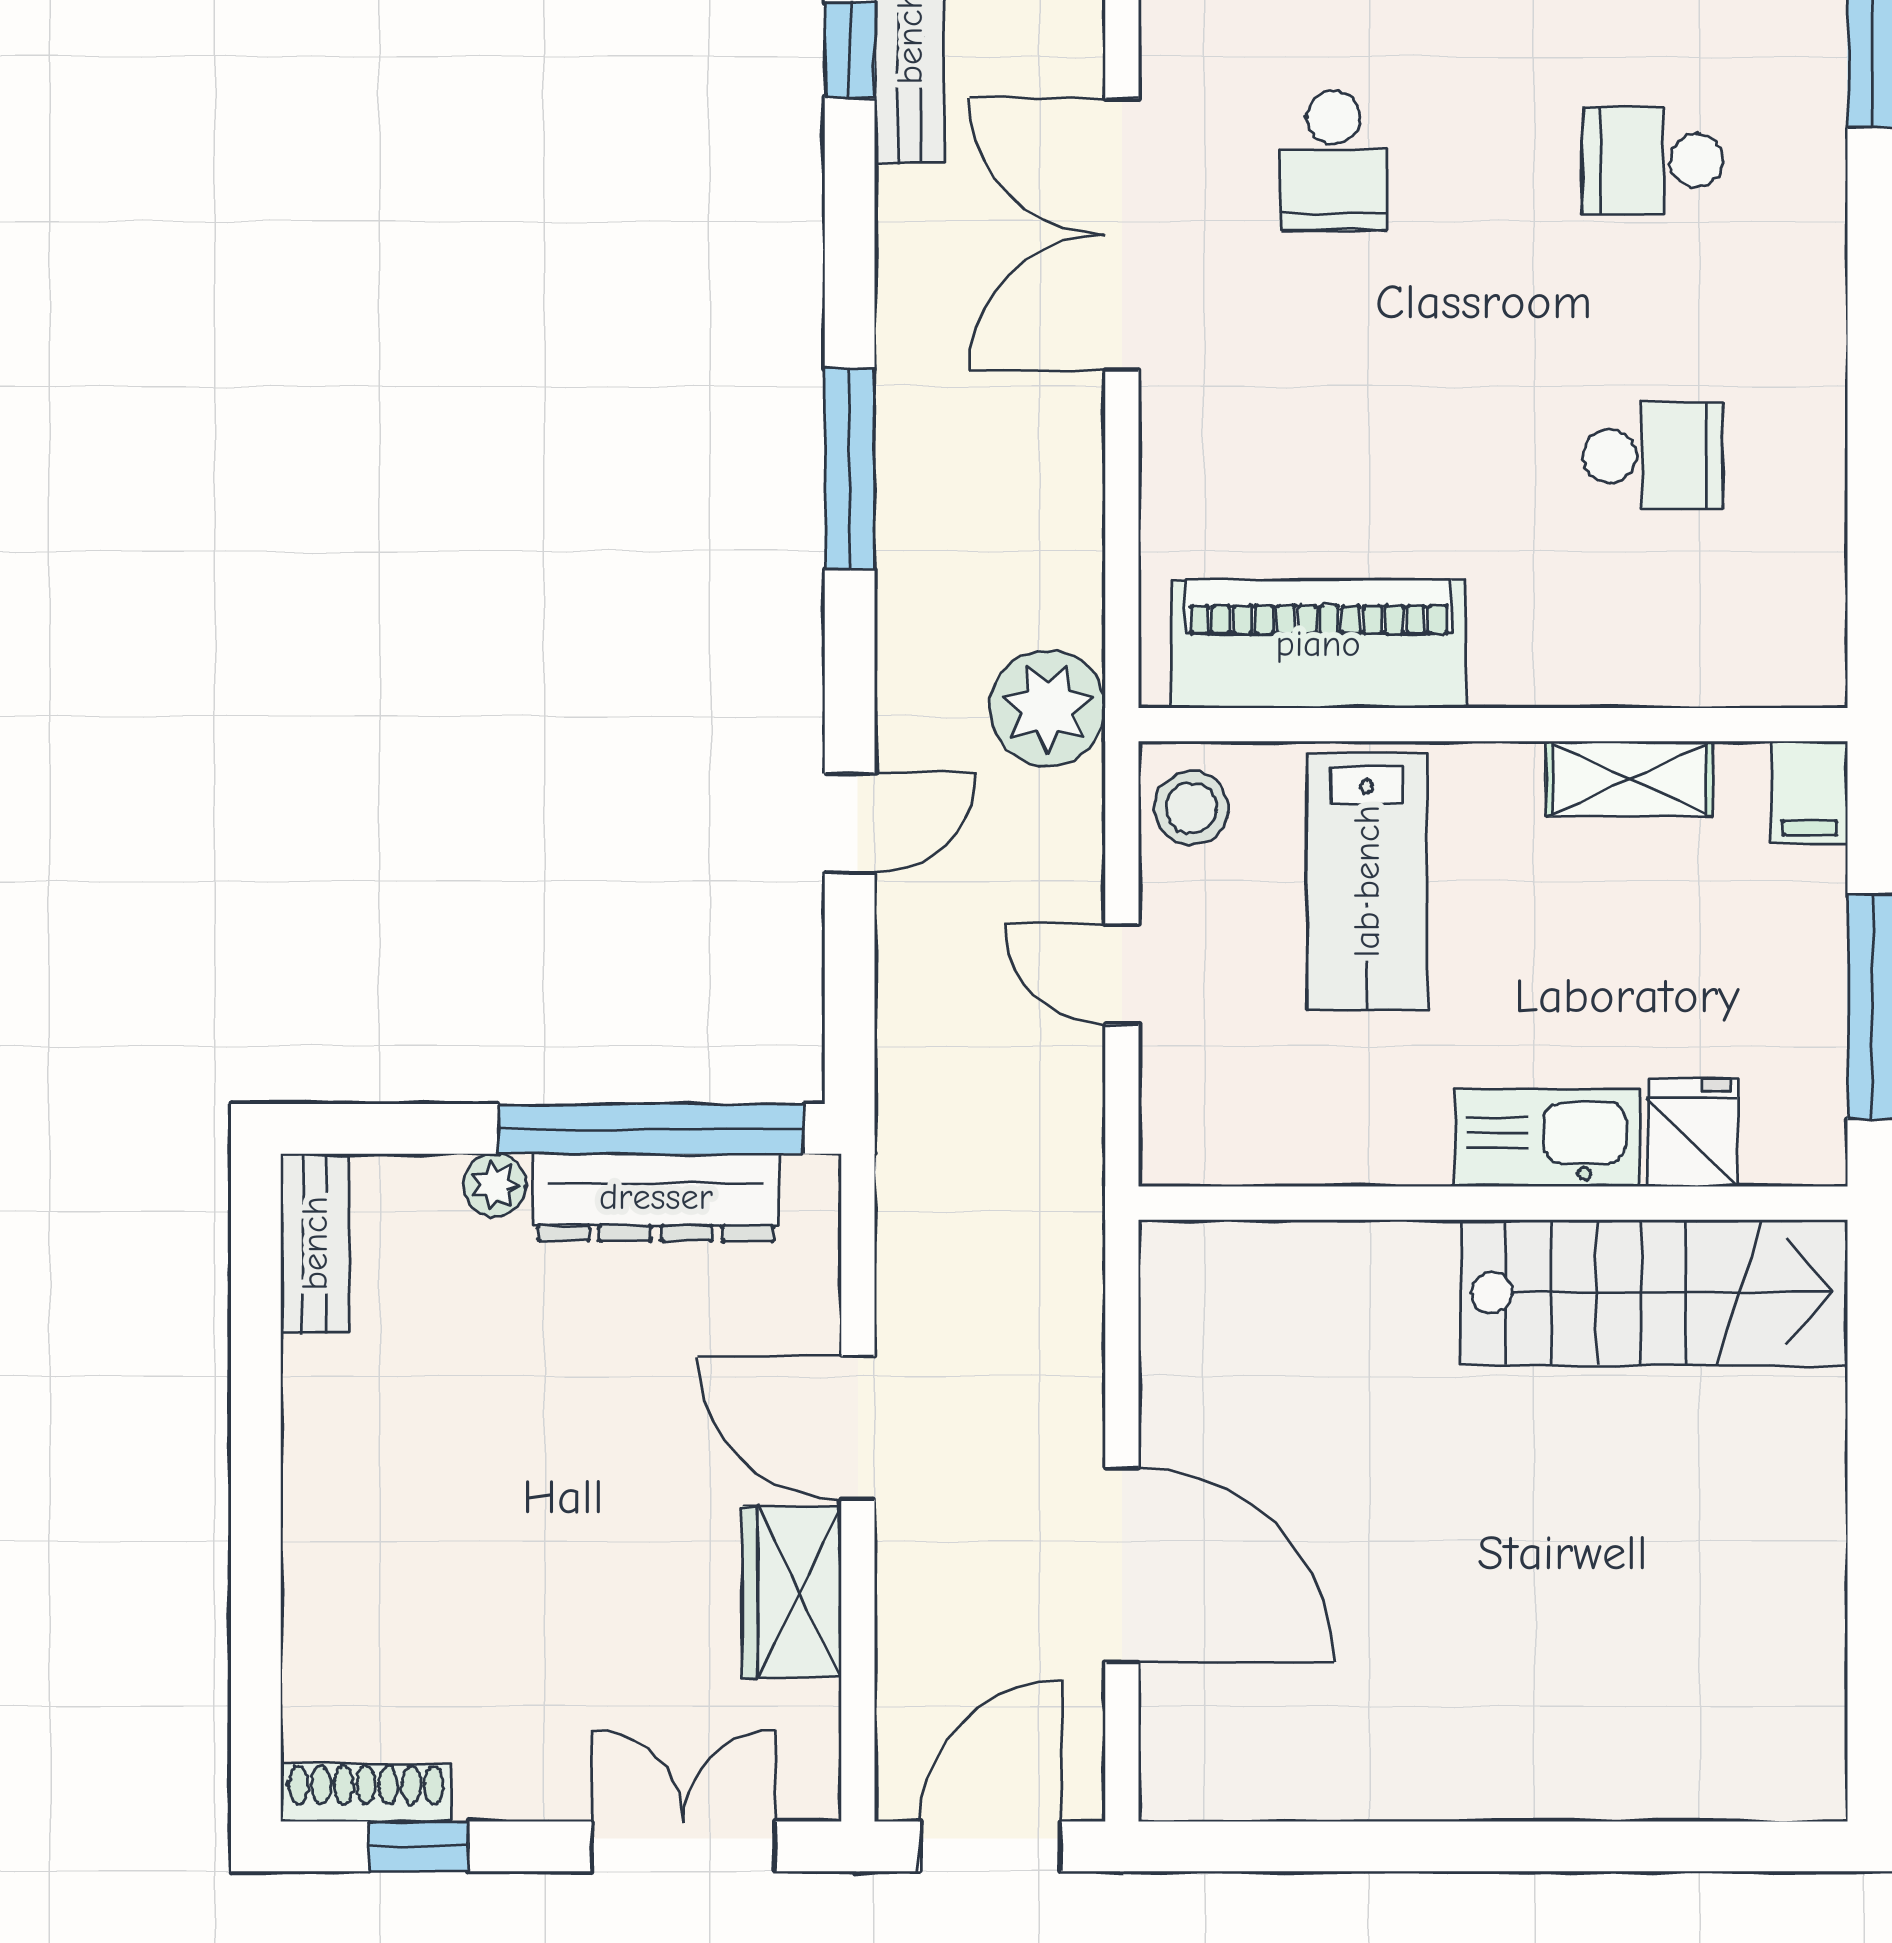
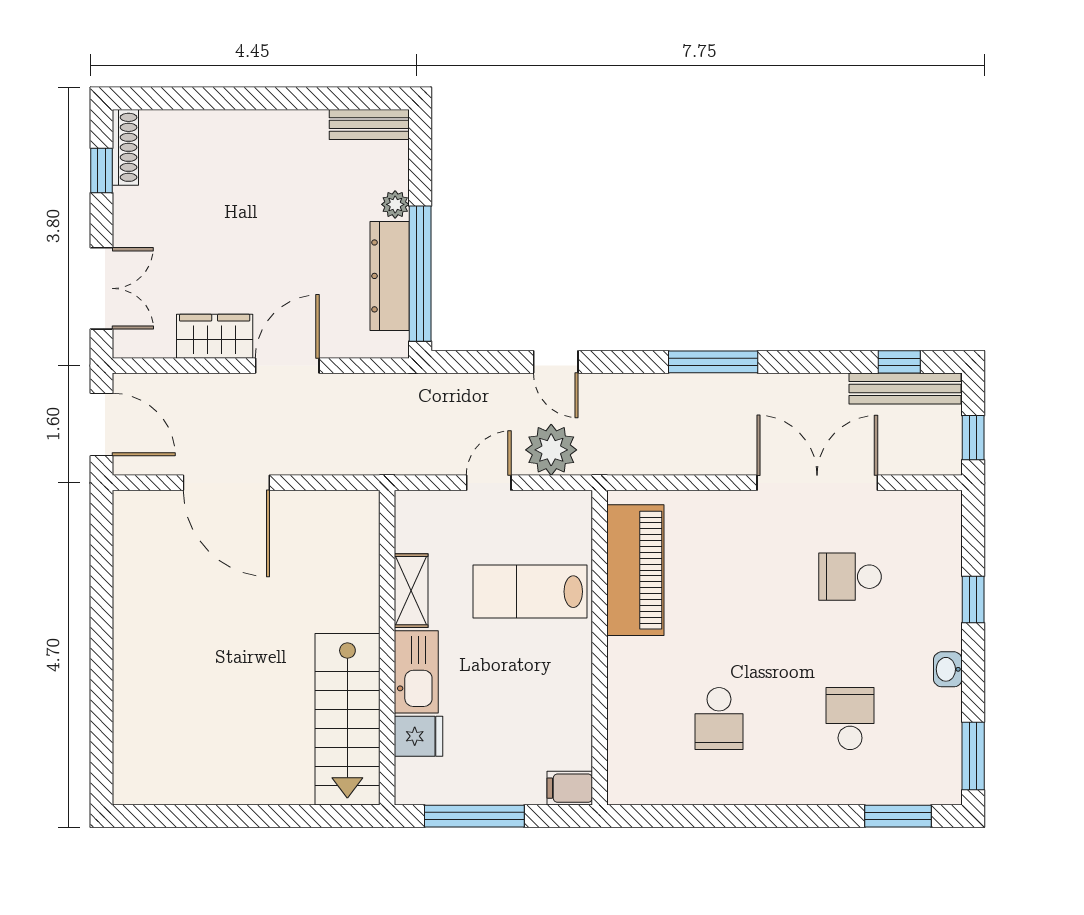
plant: (1047, 708) -> (551, 450), moved
shelving: (1629, 779) -> (411, 591), moved
stool: (1191, 808) -> (563, 514), removed
door: (1122, 1565) -> (226, 483), hinge flipped

